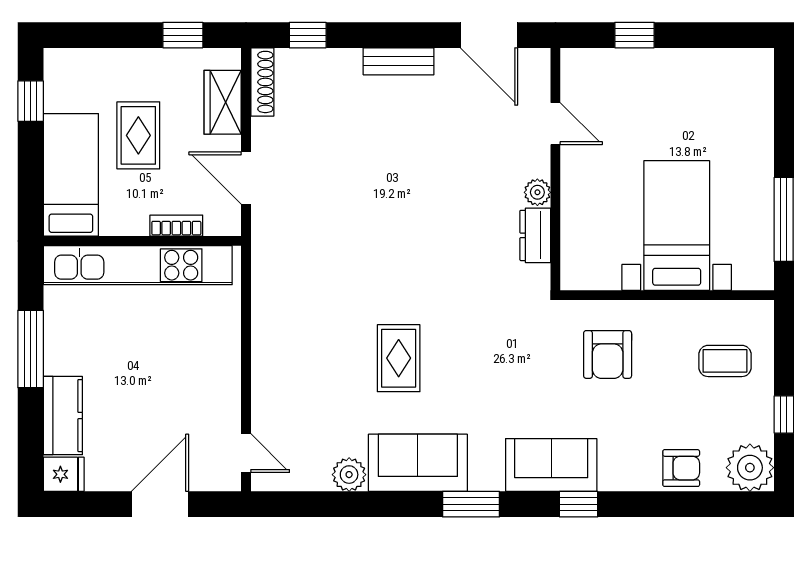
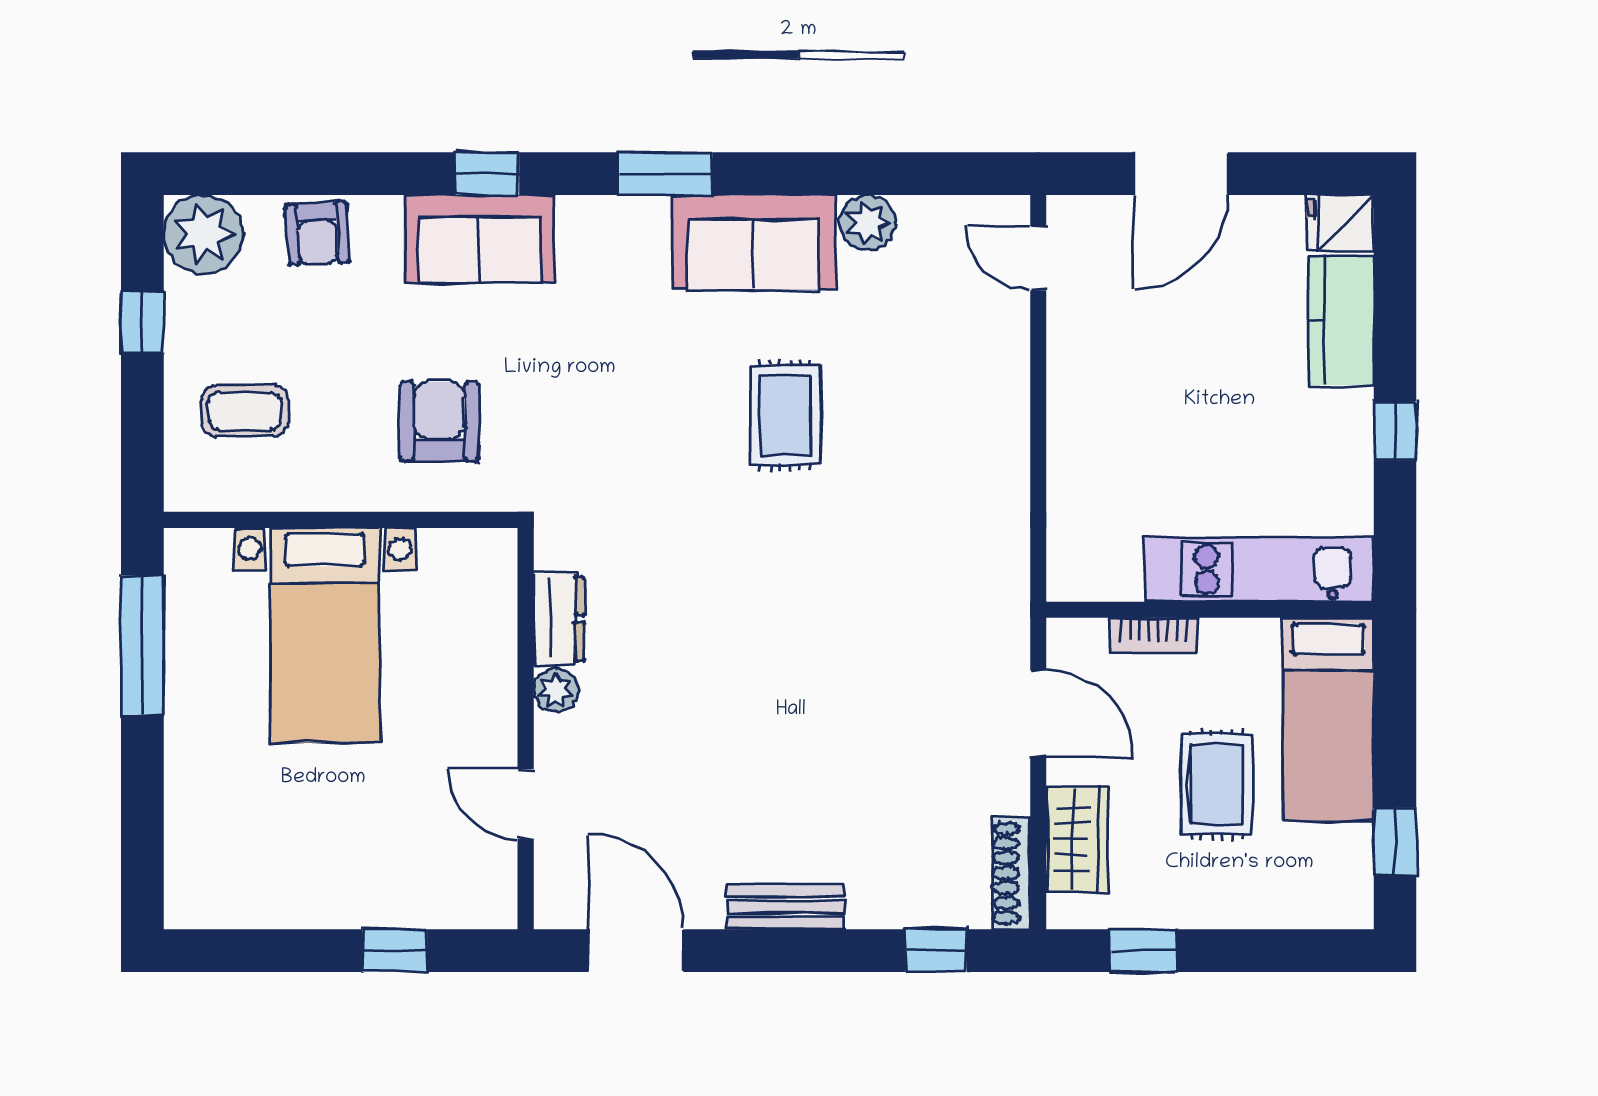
kitchen unit: (138, 265) -> (1259, 569), width x0.73
window: (31, 349) -> (1395, 431), width x0.46
sofa: (551, 465) -> (479, 238), moved
armchair: (681, 468) -> (317, 233), turned -93

